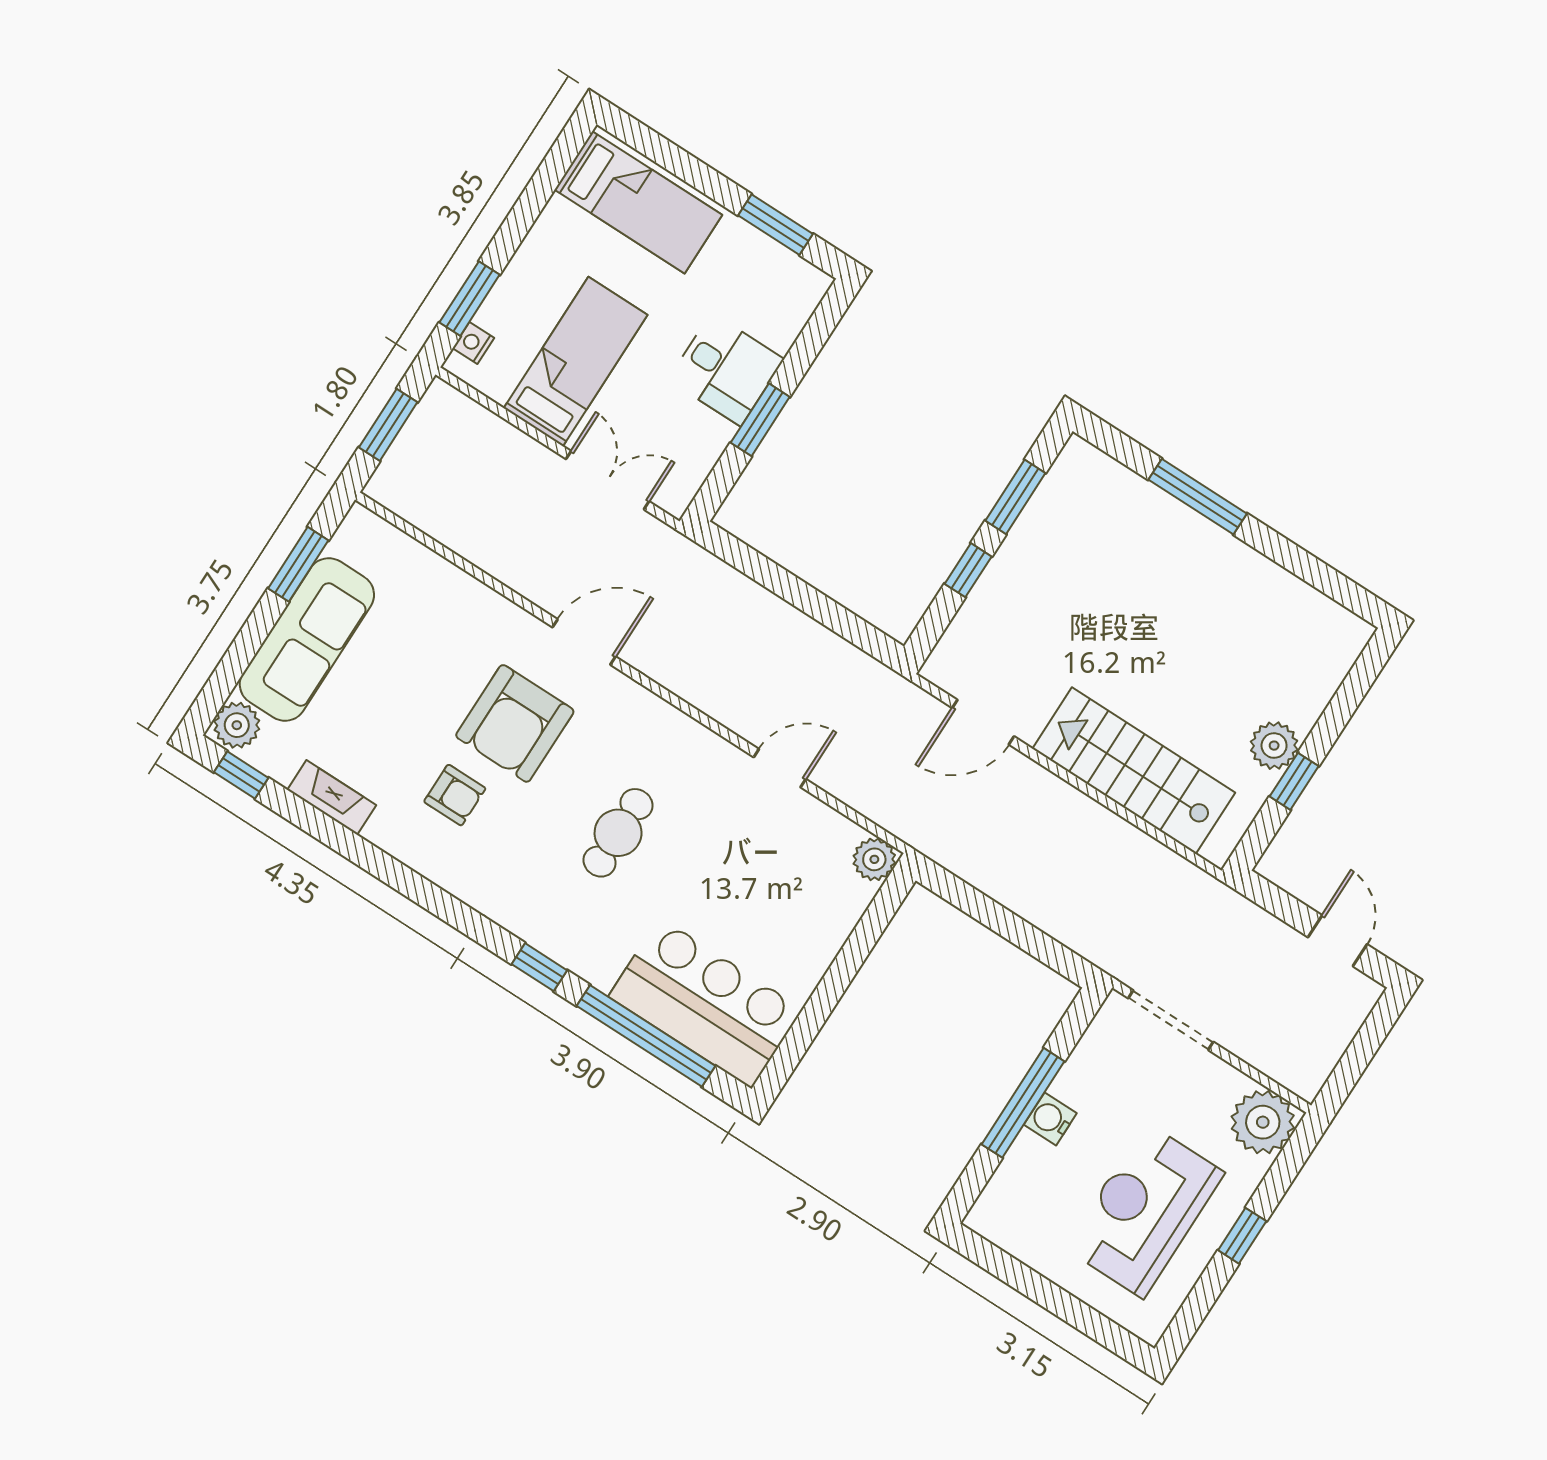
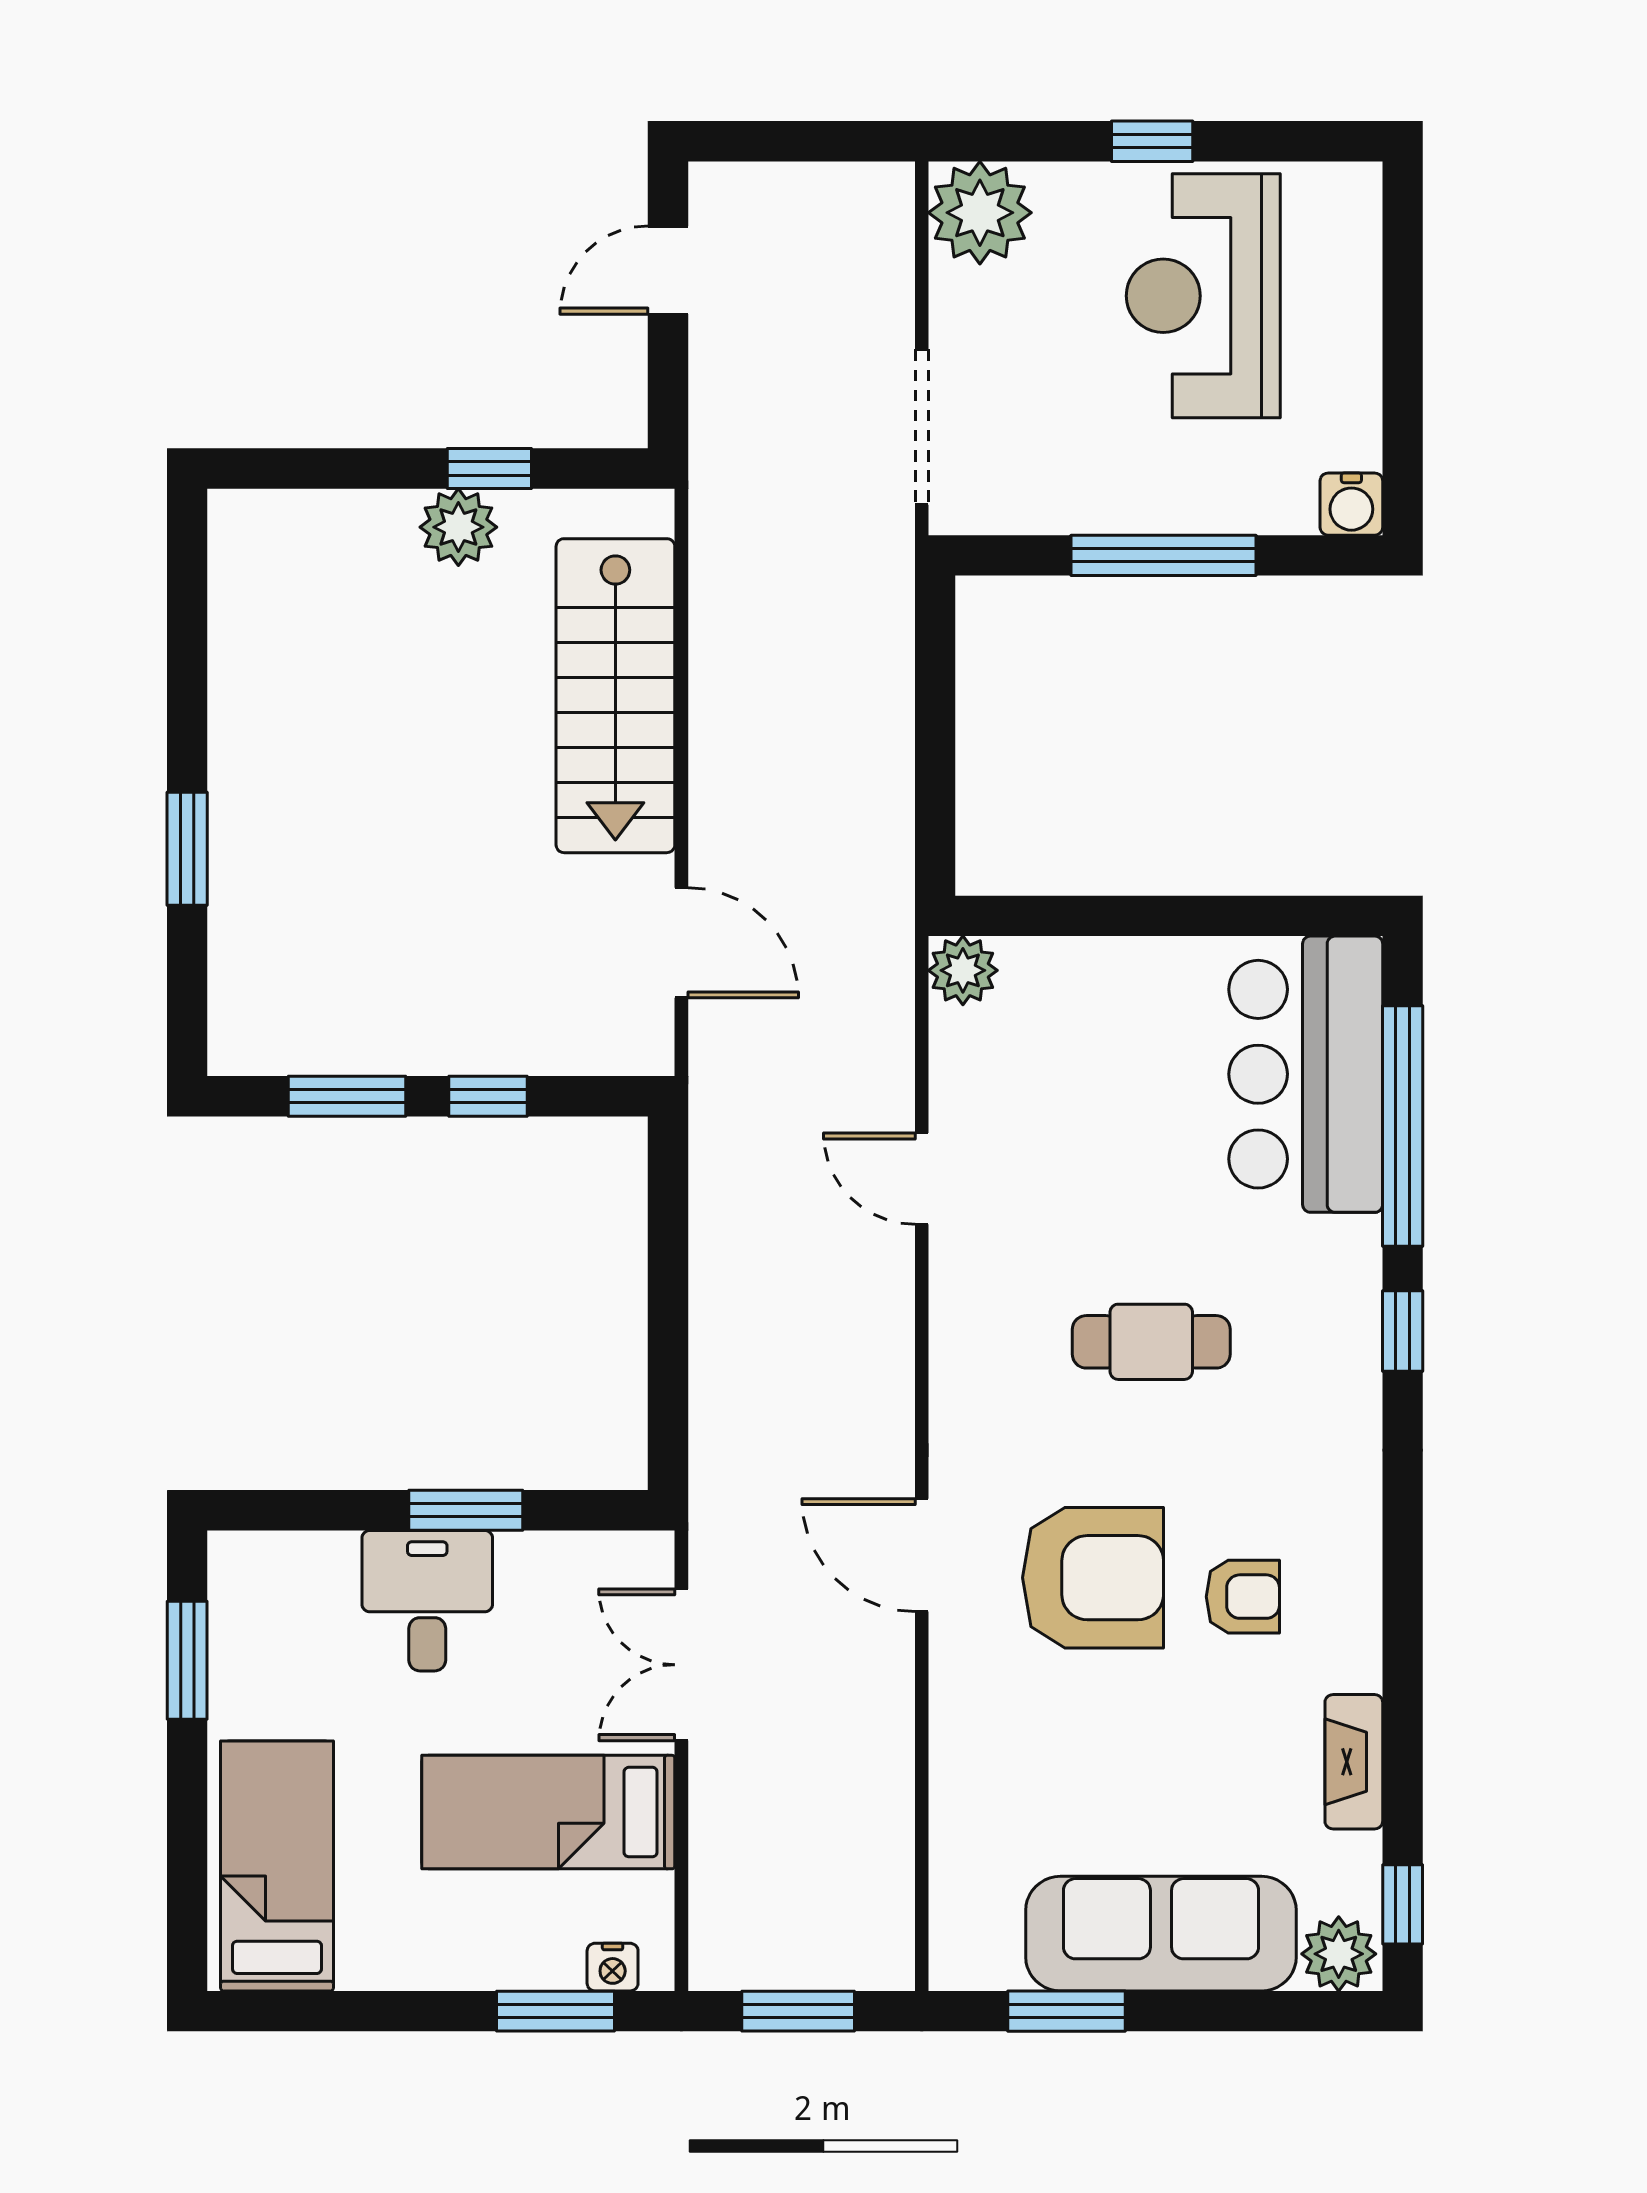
window: (1198, 497) -> (187, 849), width x0.69
armchair: (455, 795) -> (1243, 1597), turned 90
water cooler: (1050, 1119) -> (1351, 504), moved
reception desk: (1145, 1210) -> (1203, 296), turned 90

